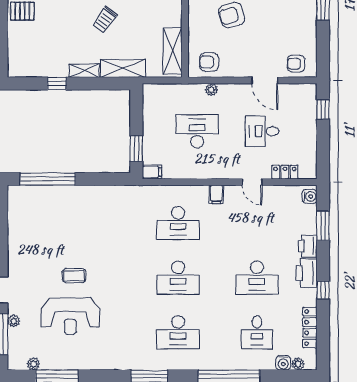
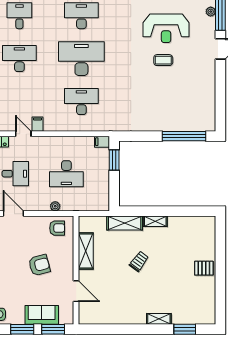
shelving: (173, 51) -> (86, 251), moved
window: (57, 83) -> (177, 211), removed
filing cabinet: (216, 194) -> (37, 124), moved
desk: (178, 278) -> (81, 59), width x1.36, depth x1.30
reception desk: (70, 316) -> (166, 28), turned 180
plant: (14, 321) -> (211, 12), moved

